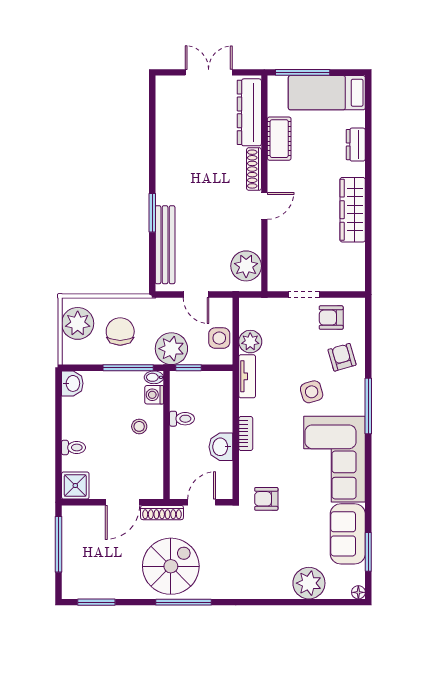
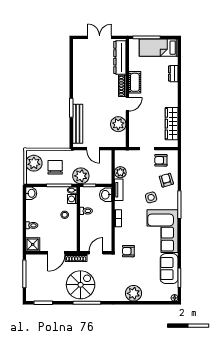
cot: (279, 139) -> (135, 82), moved
wardrobe: (353, 210) -> (172, 124), moved
plant: (246, 266) -> (118, 124), moved
side table: (219, 338) -> (105, 171), removed
washbasin: (221, 447) -> (106, 195), moved
plant: (309, 583) -> (134, 293), moved

